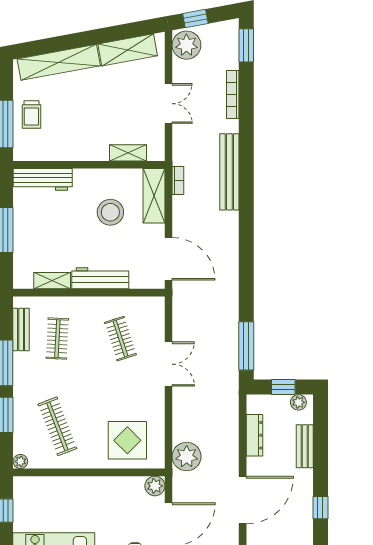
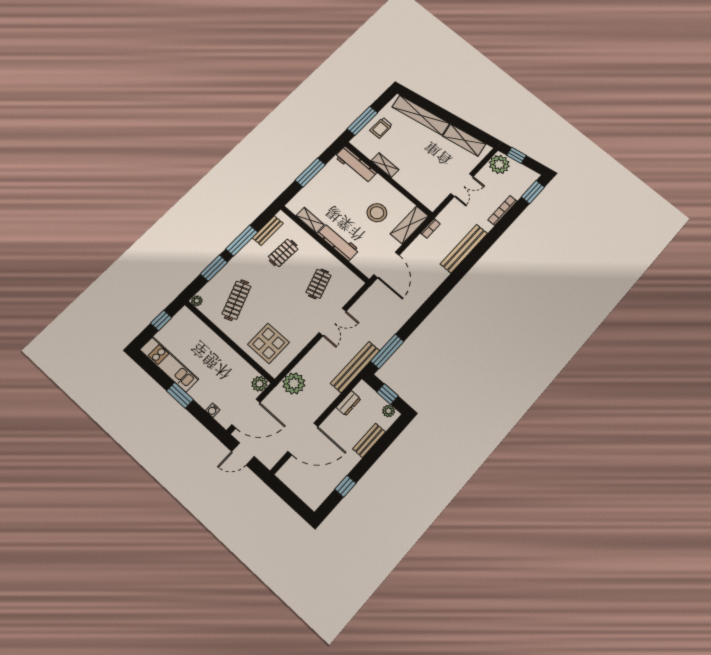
shelving: (128, 153) -> (385, 165), moved
bench: (230, 389) -> (355, 367), added
dresser: (255, 435) -> (348, 403), width x0.70

